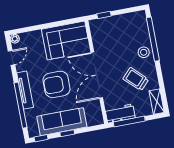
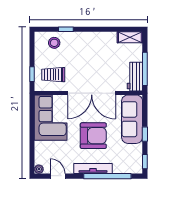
window: (153, 39) -> (66, 29), width x0.32
stool: (144, 52) -> (54, 43), moved
trolley: (136, 79) -> (53, 75), moved, turned 46
armchair: (56, 84) -> (93, 136), turned -90
sofa: (62, 122) -> (132, 119), moved

